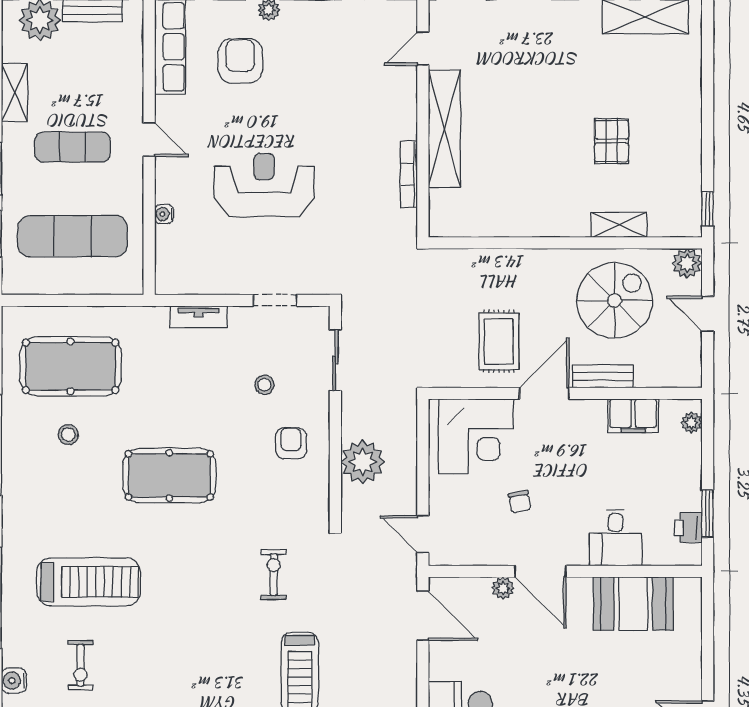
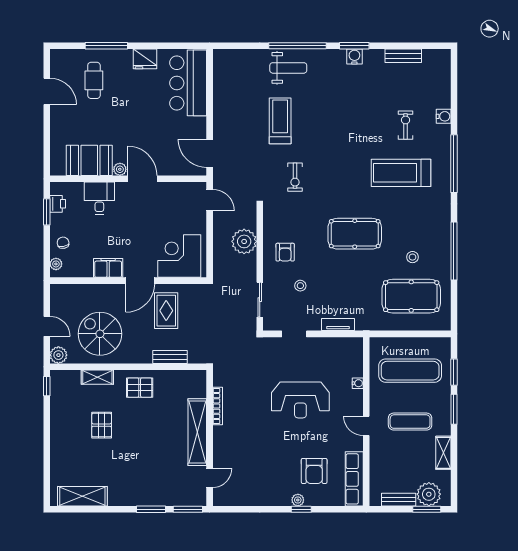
pallet: (545, 206) -> (140, 388), added
spiral stairs: (615, 300) -> (100, 334), turned 90
bench: (603, 376) -> (170, 357), moved
filing cabinet: (633, 416) -> (108, 268), moved
chair: (520, 502) -> (63, 243), moved
plant: (503, 588) -> (120, 169), moved

